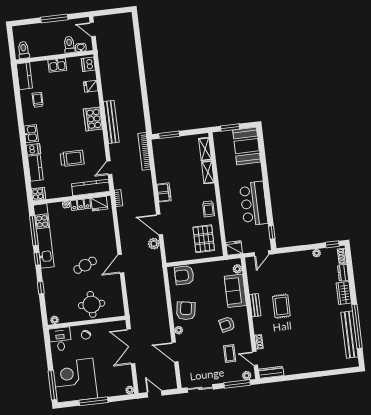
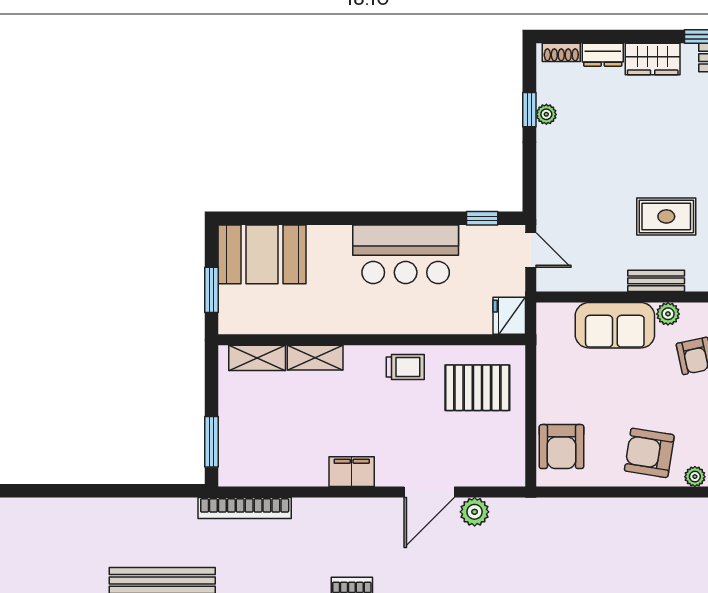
window: (332, 244) -> (529, 110), moved
plant: (237, 269) -> (668, 314), moved

